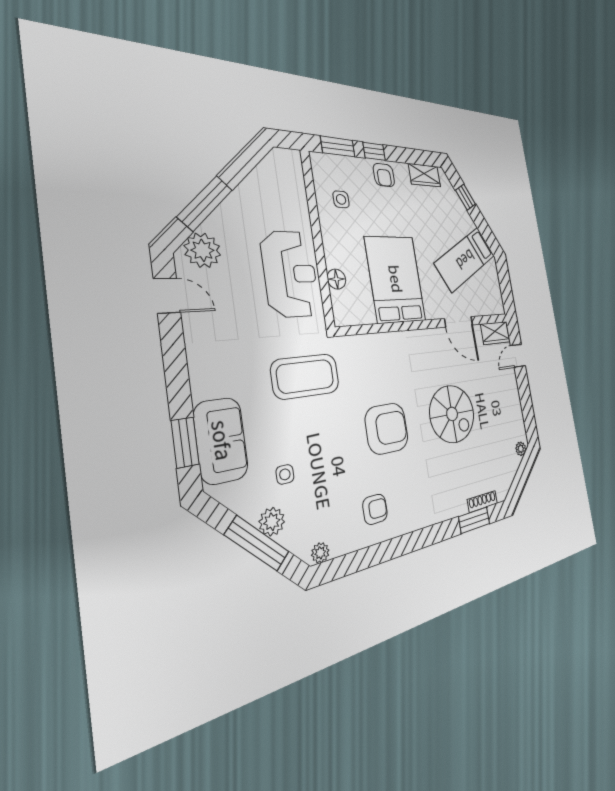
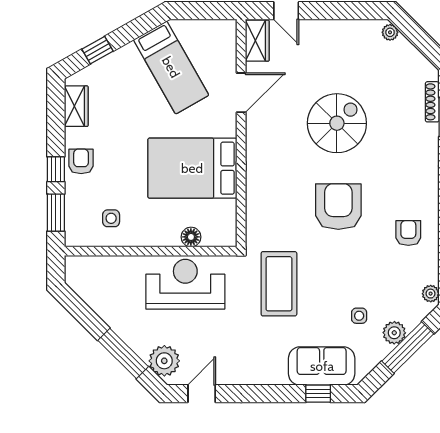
armchair: (384, 175) -> (81, 161), turned -90
window: (185, 442) -> (318, 394), width x0.67

